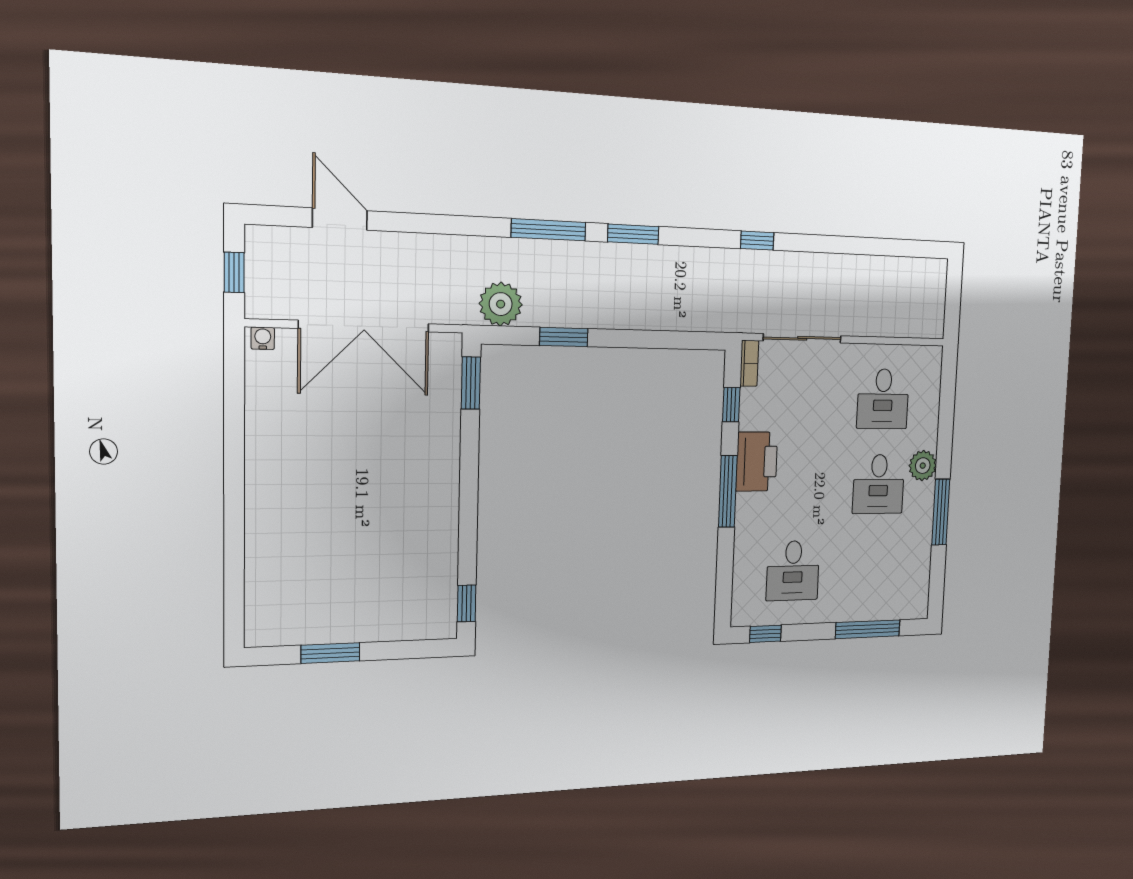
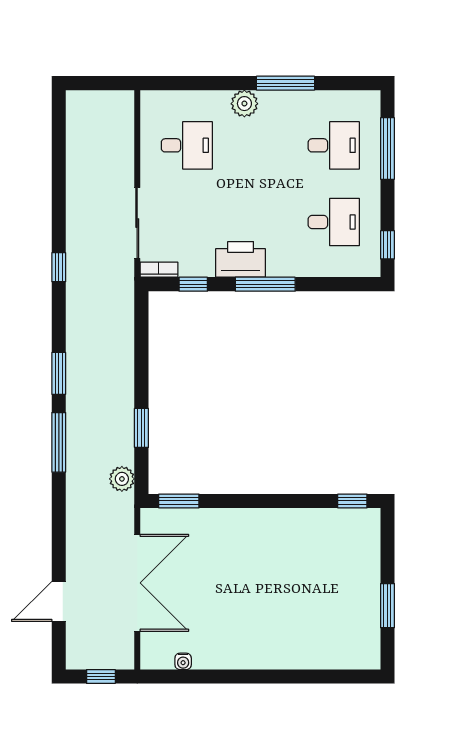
plant: (501, 304) -> (122, 479), width x0.73, depth x0.73
water cooler: (263, 338) -> (183, 661), moved, turned -90
desk: (879, 484) -> (334, 145), moved

